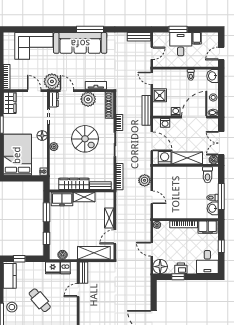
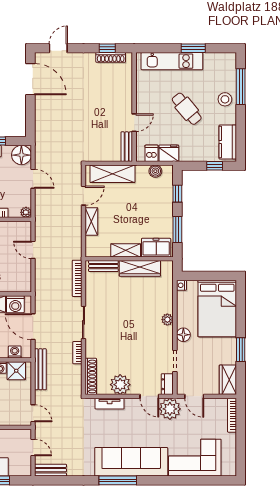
door: (152, 53) -> (33, 447), swing flipped
shower: (160, 95) -> (16, 371), moved
spiral stairs: (85, 139) -> (125, 330), removed
plant: (145, 180) -> (43, 273), removed

